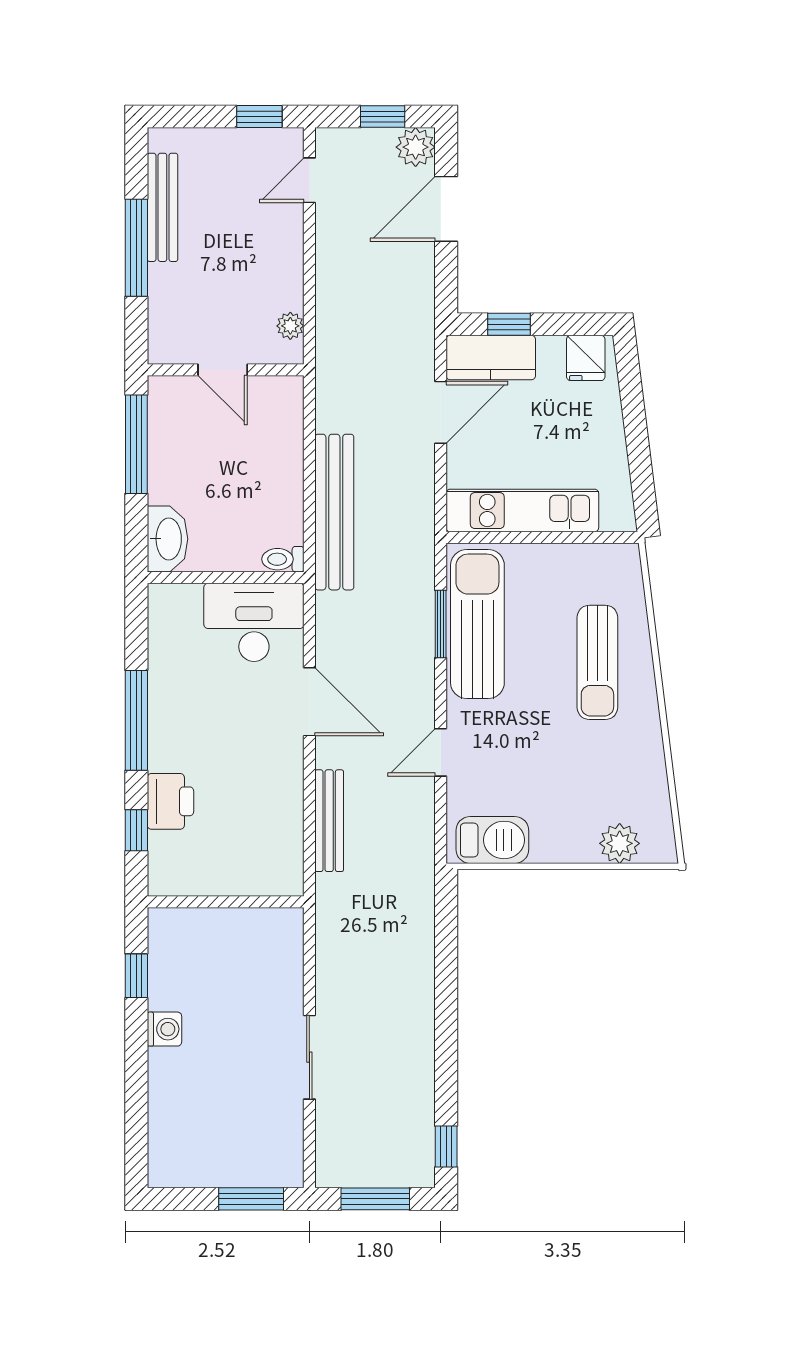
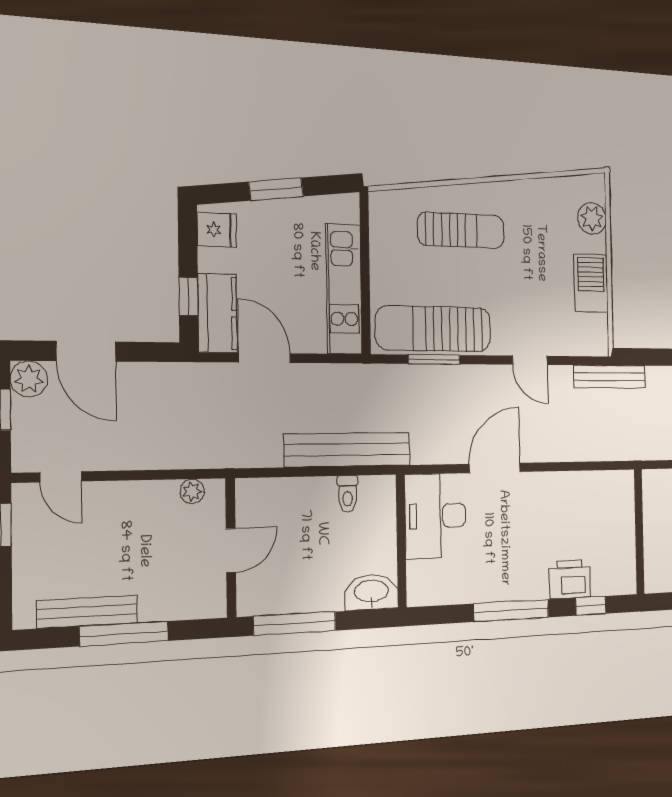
window: (636, 429) -> (276, 189), added
toilet: (283, 559) -> (348, 494), moved
bench: (329, 821) -> (610, 377), moved
barbecue: (492, 840) -> (591, 283), moved

